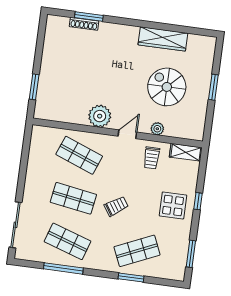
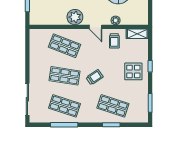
door: (127, 134) -> (96, 27), swing flipped
shop shelf: (137, 251) -> (113, 106), turned 42

